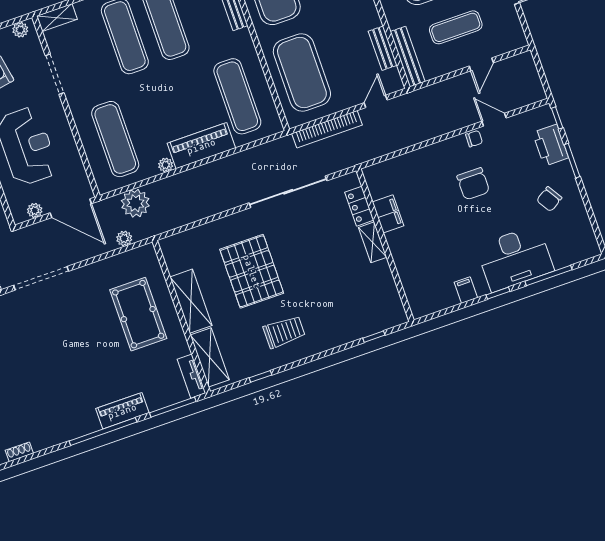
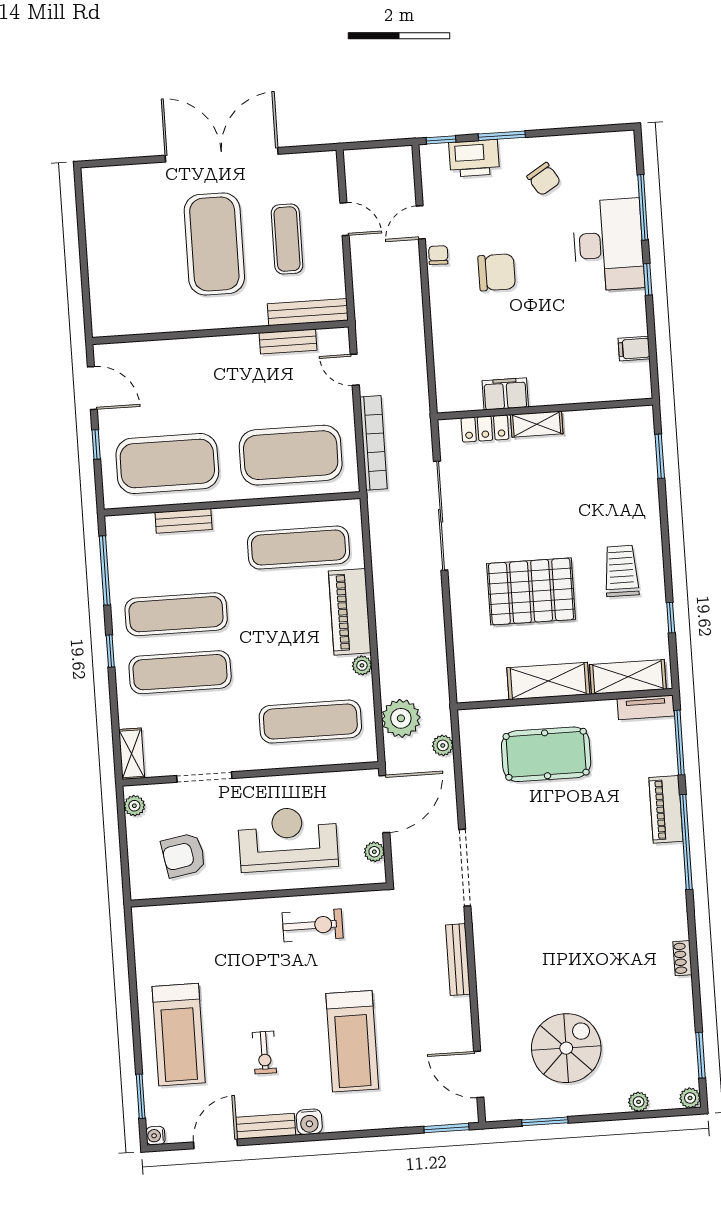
filing cabinet: (466, 290) -> (634, 349), moved
window: (374, 337) -> (660, 456), width x1.50

